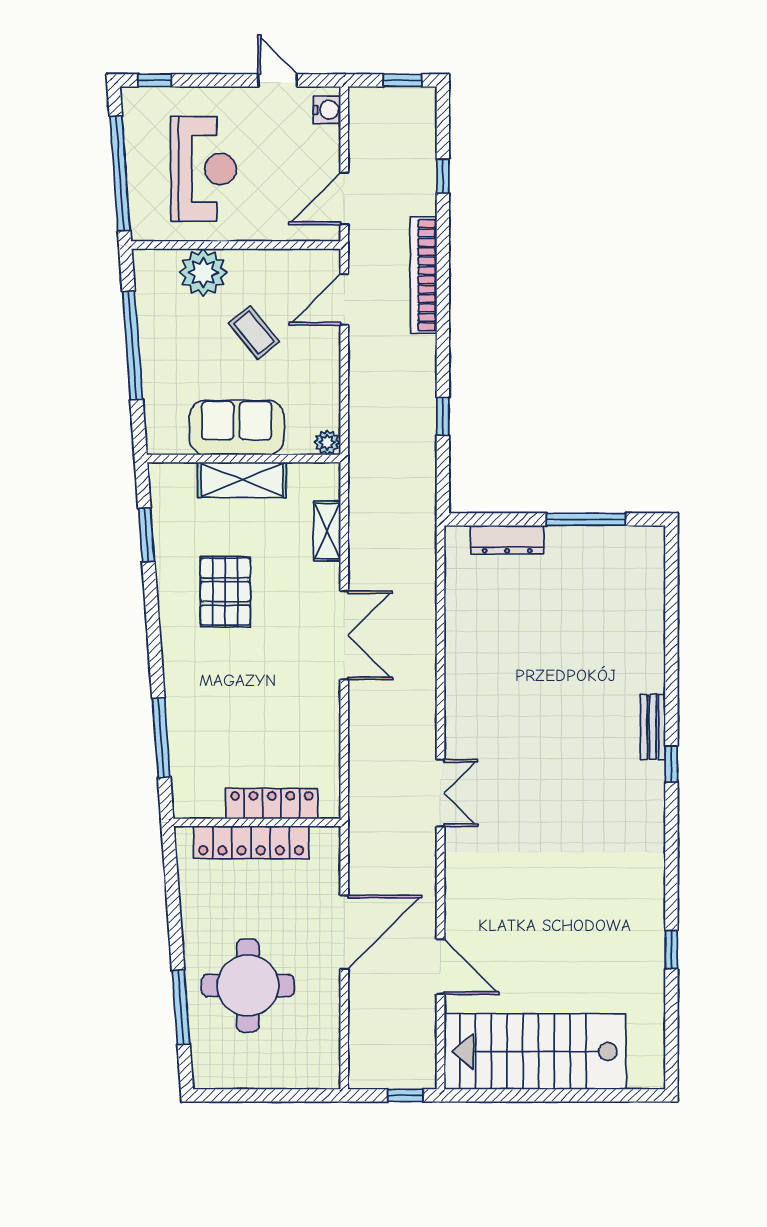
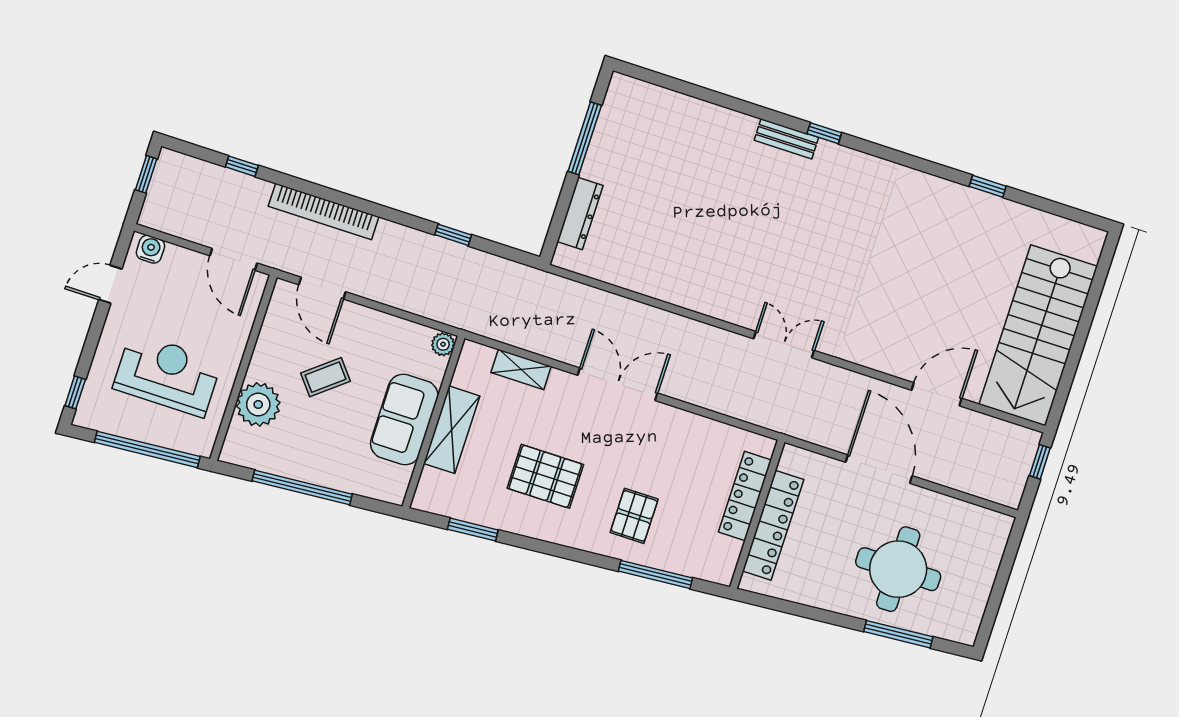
pallet: (214, 696) -> (634, 516), added

